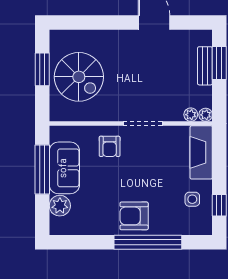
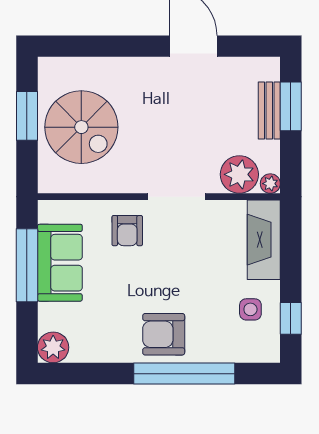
plant: (191, 115) -> (239, 174), width x1.87, depth x1.87
plant: (60, 206) -> (53, 347), moved

